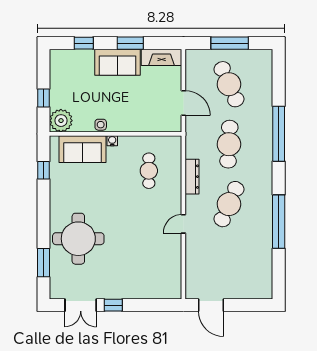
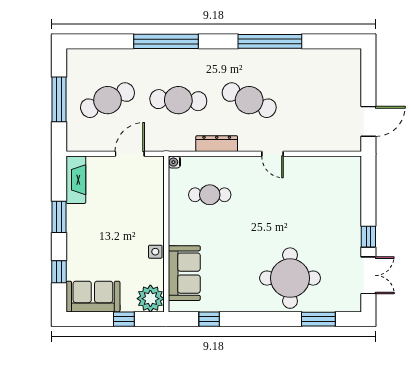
sofa: (117, 62) -> (93, 297), moved, turned -90
water cooler: (112, 141) -> (174, 162), moved

